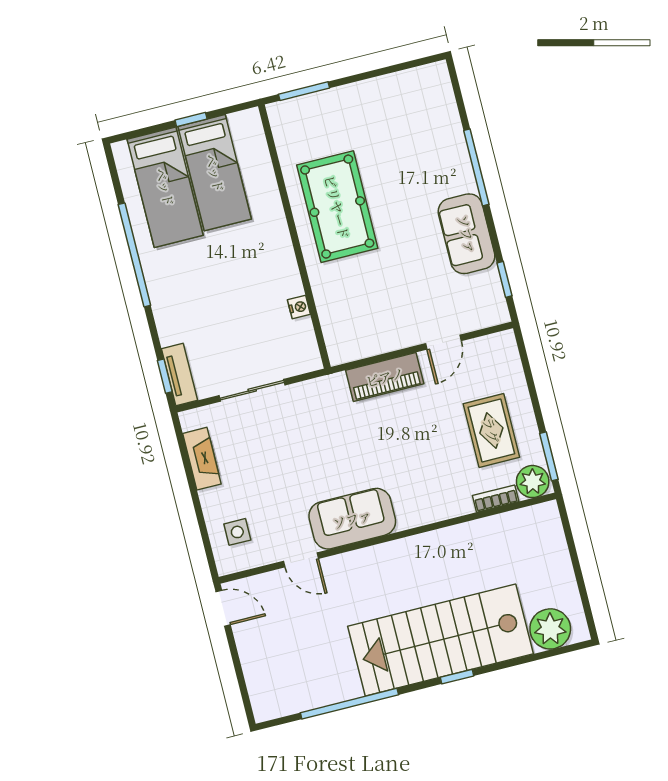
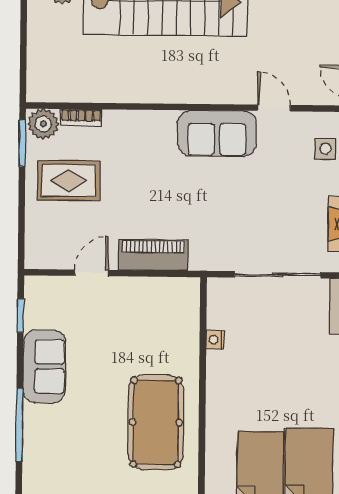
sliding door: (252, 390) -> (278, 275), width x1.37
rug: (491, 430) -> (69, 181), turned 90

